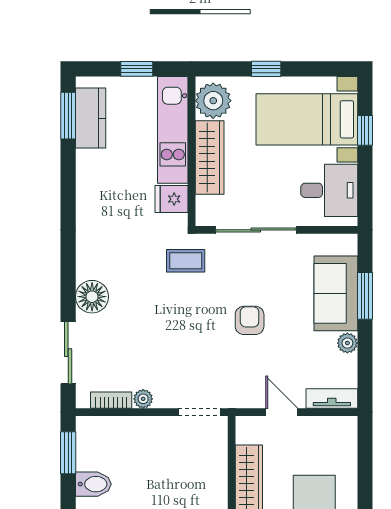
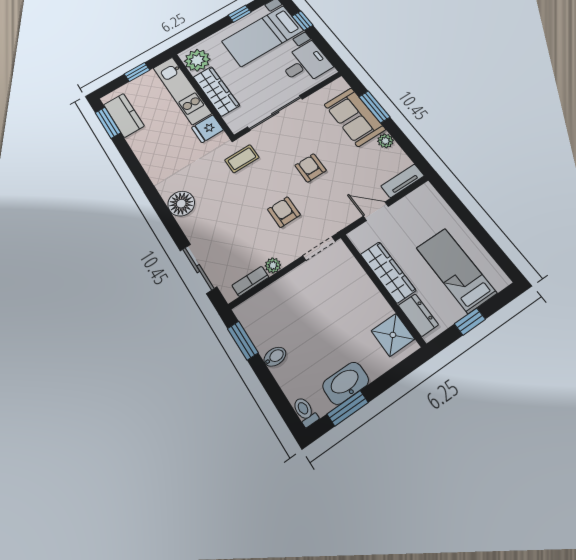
window: (266, 69) -> (240, 14), moved
floor lamp: (92, 297) -> (181, 204), moved
armchair: (190, 351) -> (284, 212), added
bidet: (93, 484) -> (275, 357), width x0.72, depth x0.74

